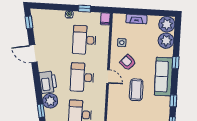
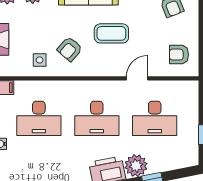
door: (108, 76) -> (137, 78), moved

